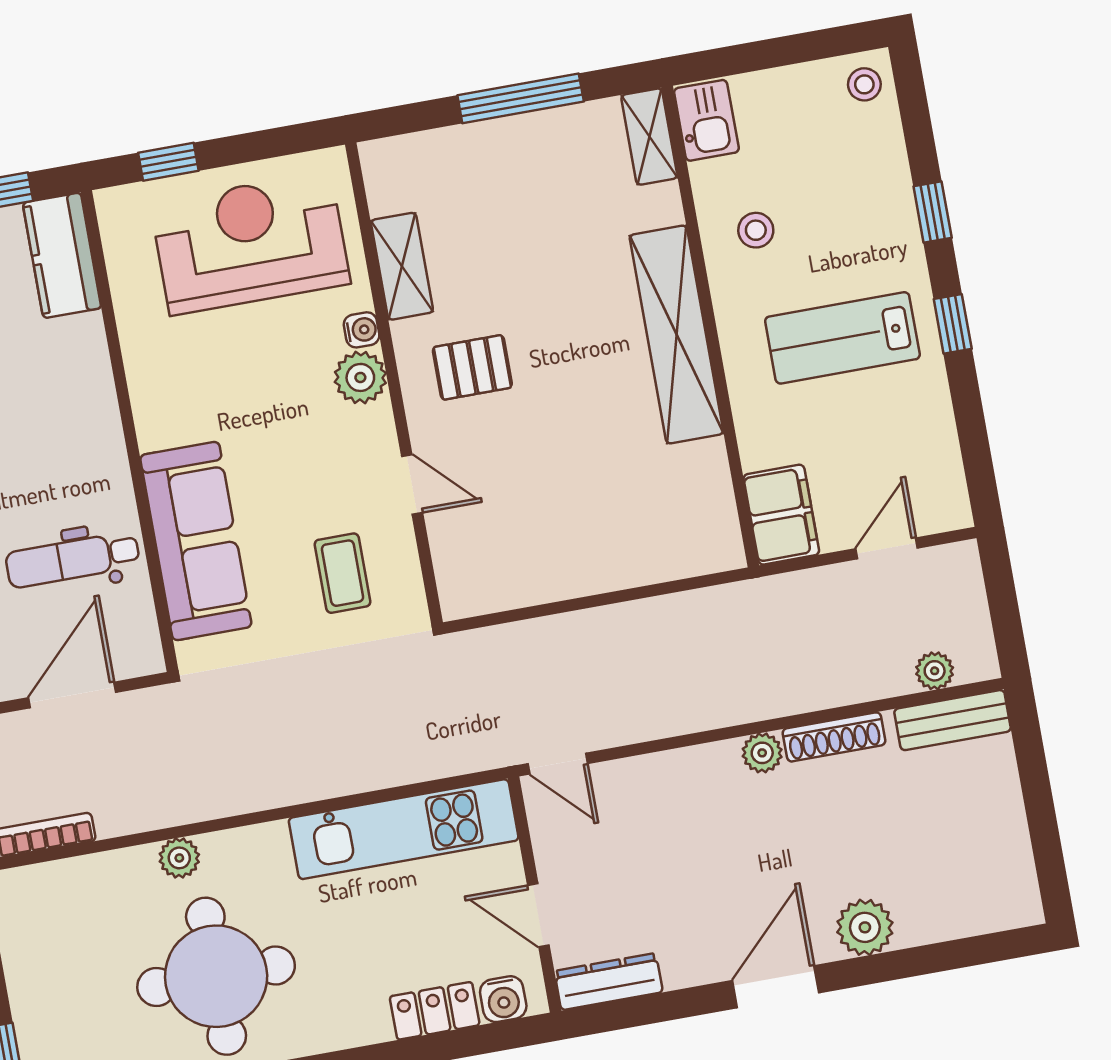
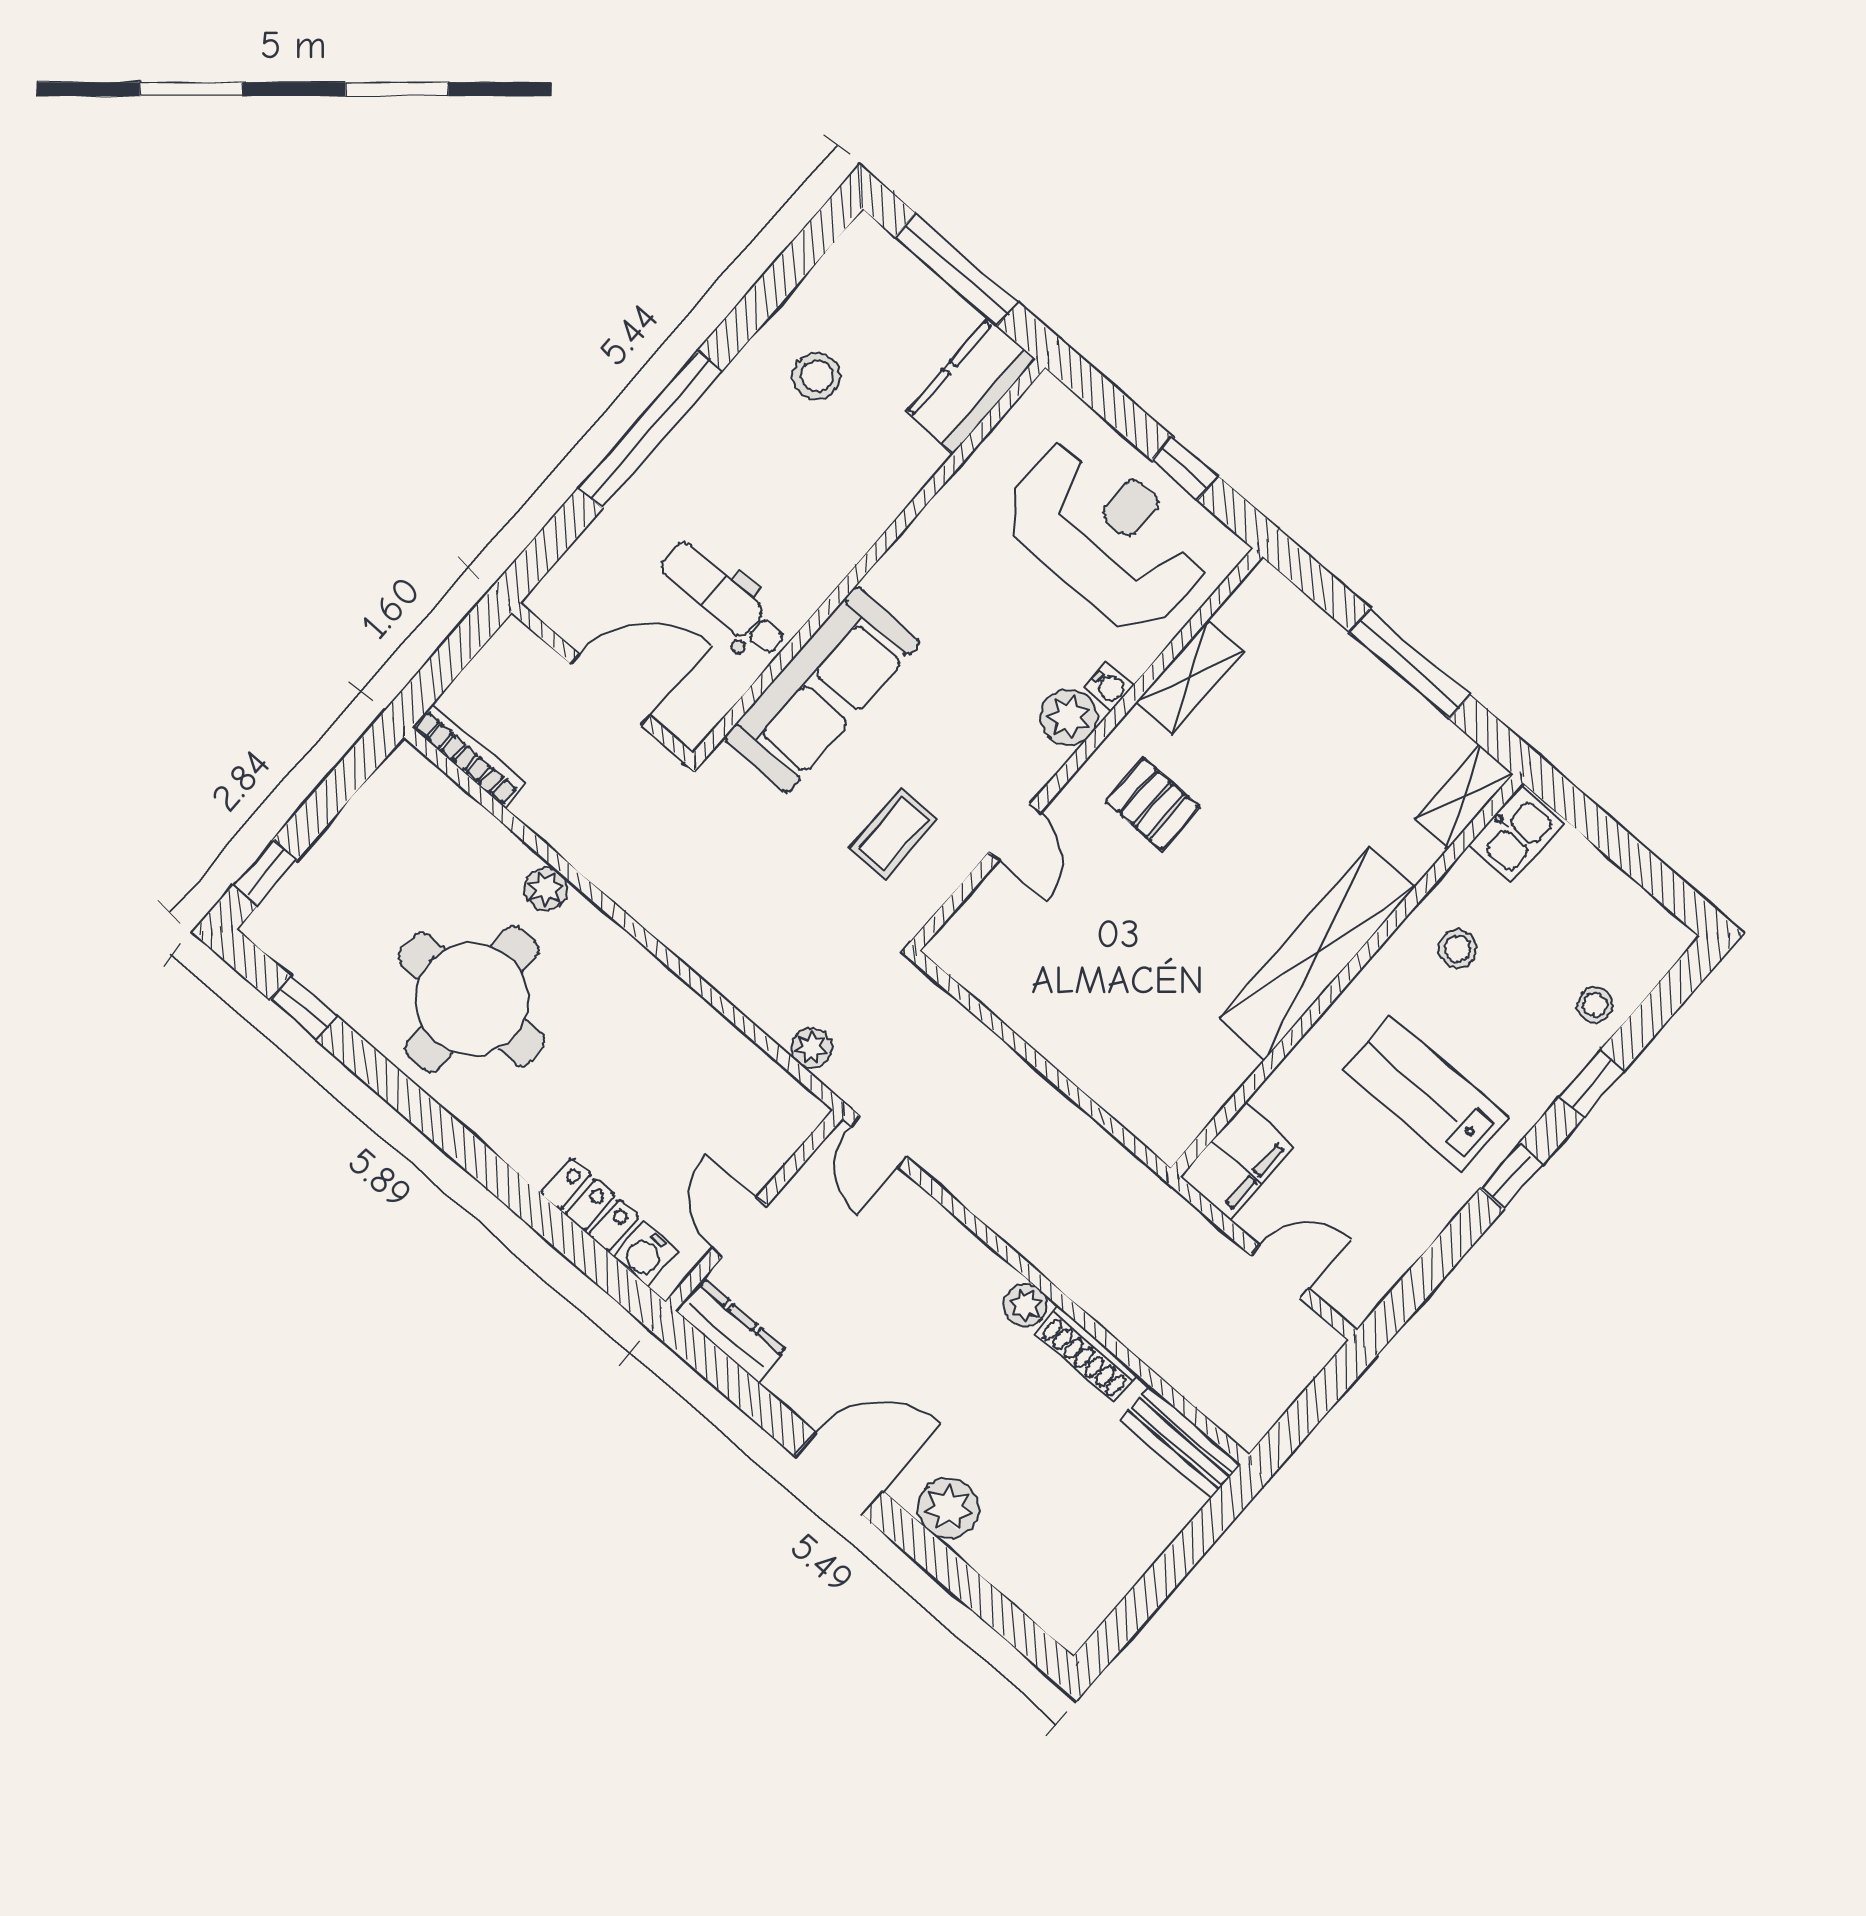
stool: (864, 84) -> (1595, 1005), moved
window: (168, 162) -> (1185, 468), moved
plant: (935, 671) -> (811, 1048), moved
kitchen unit: (404, 829) -> (721, 1057), removed

